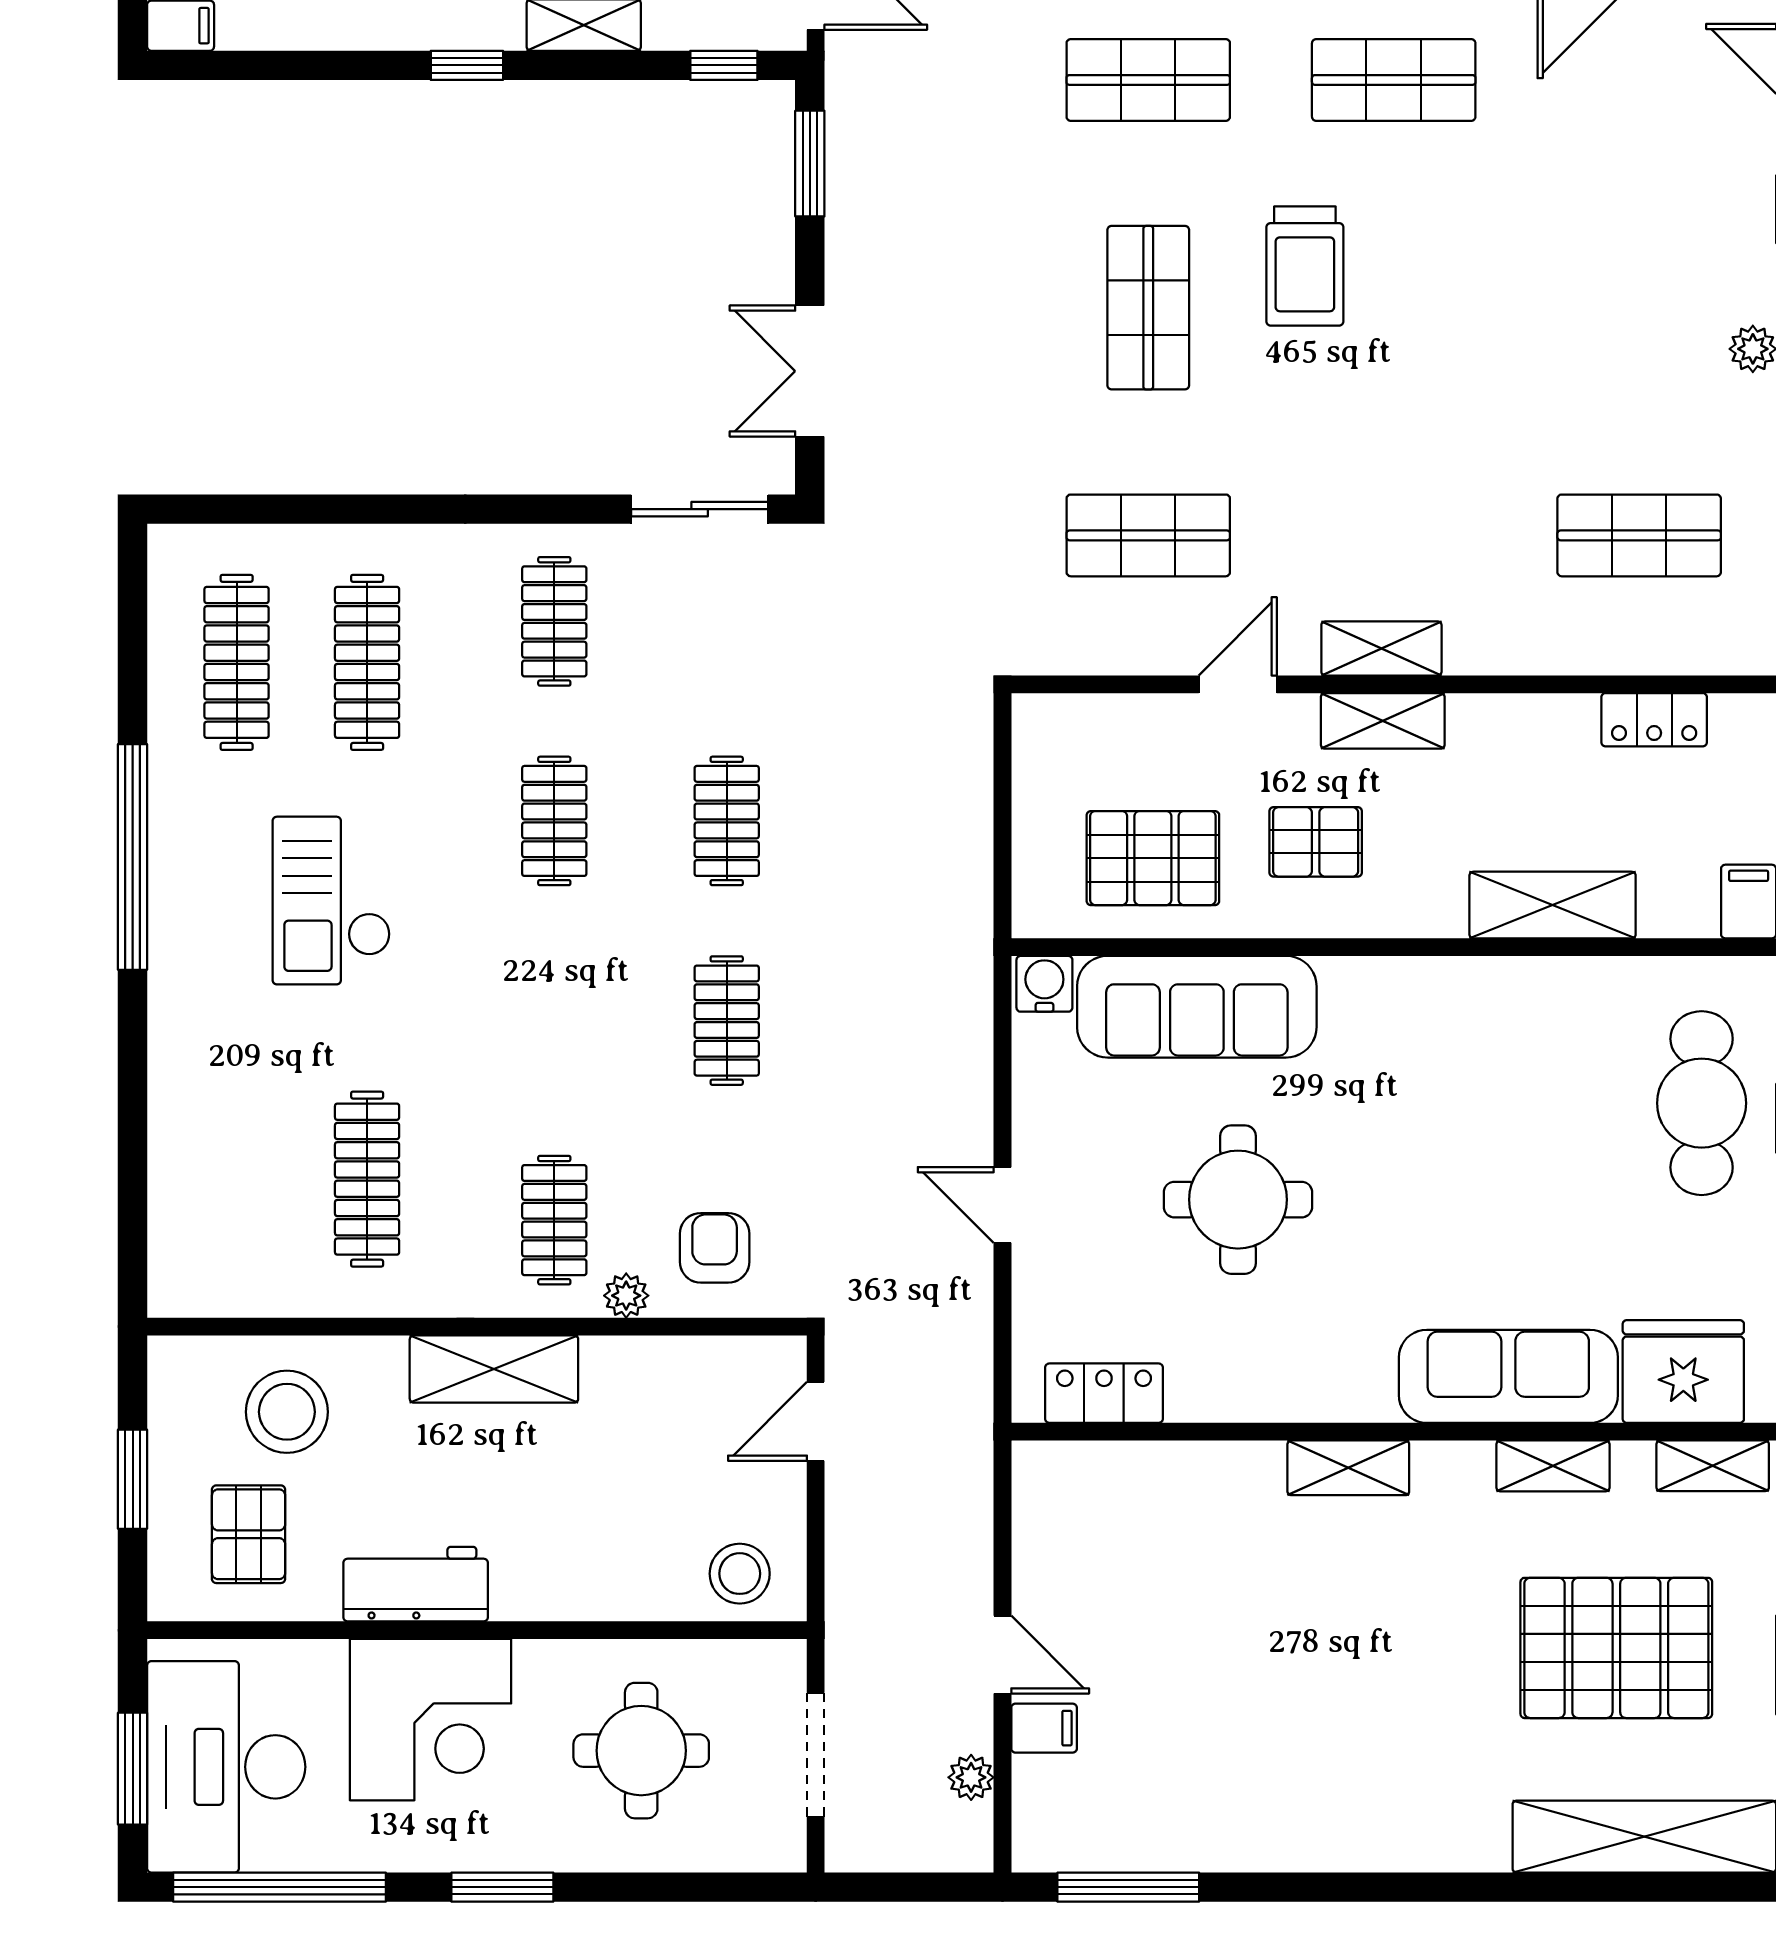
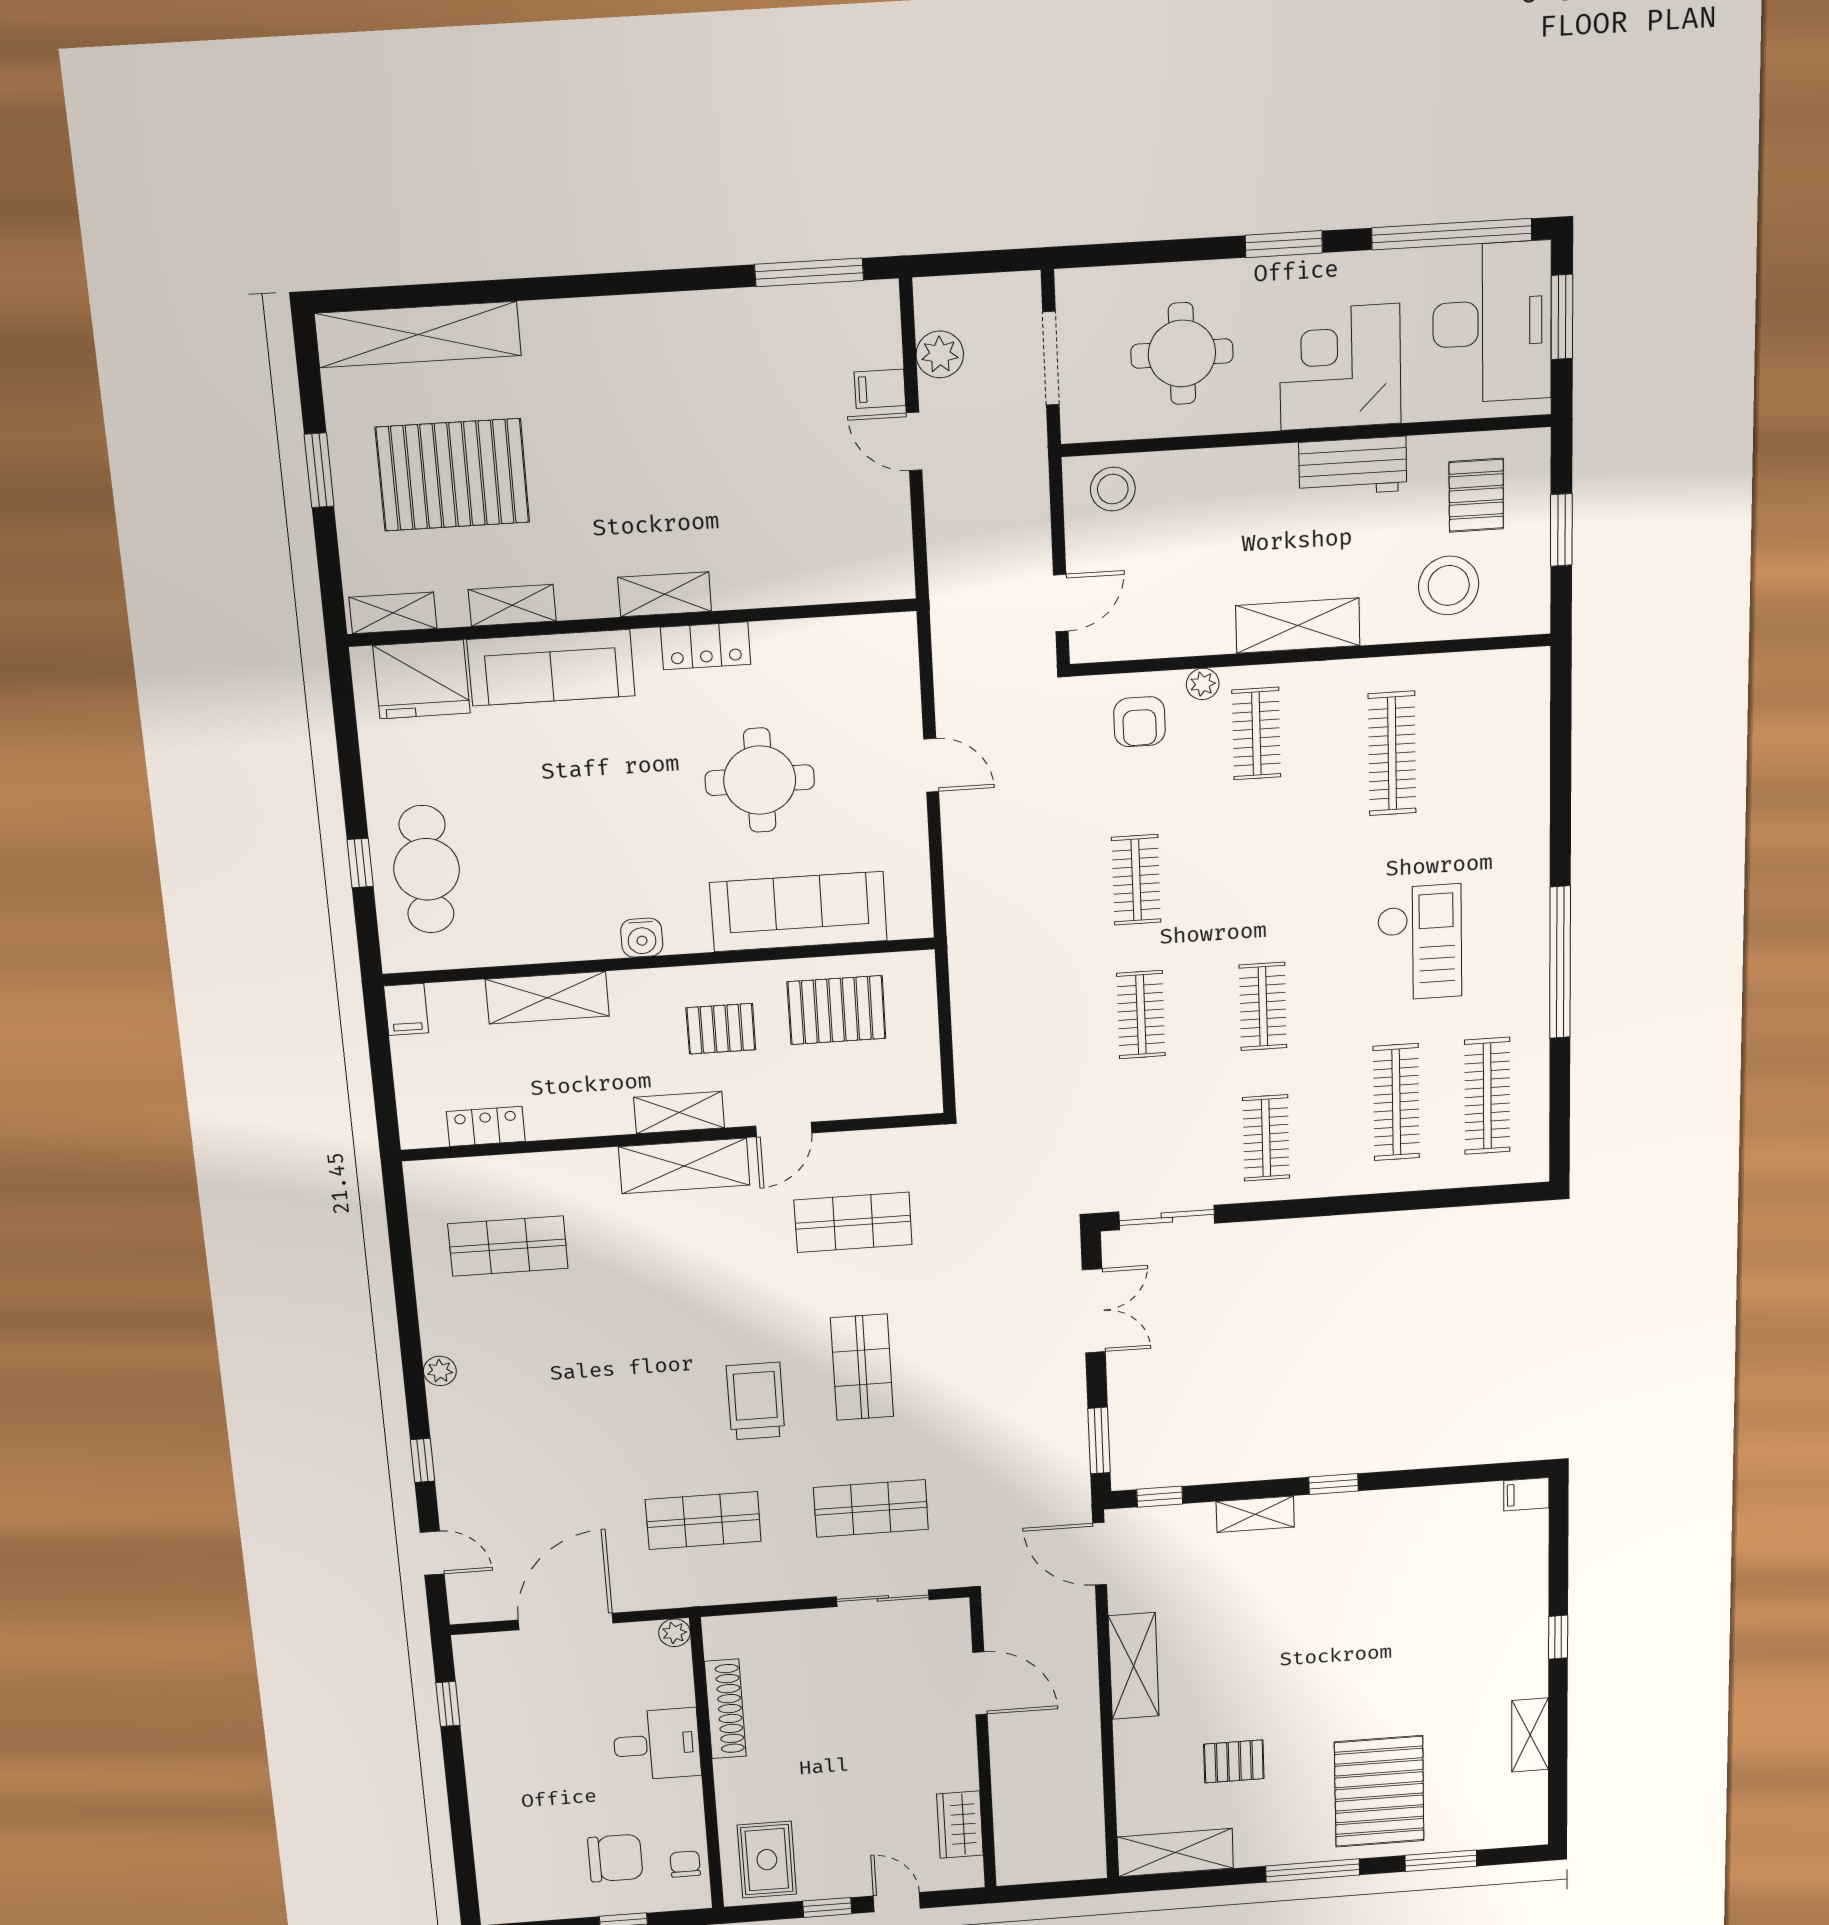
shelving: (1381, 648) -> (684, 1166), width x1.50, depth x1.33
water cooler: (1044, 984) -> (642, 938), moved
locker: (1104, 1393) -> (706, 646), moved
plant: (971, 1777) -> (940, 354), width x1.38, depth x1.38

